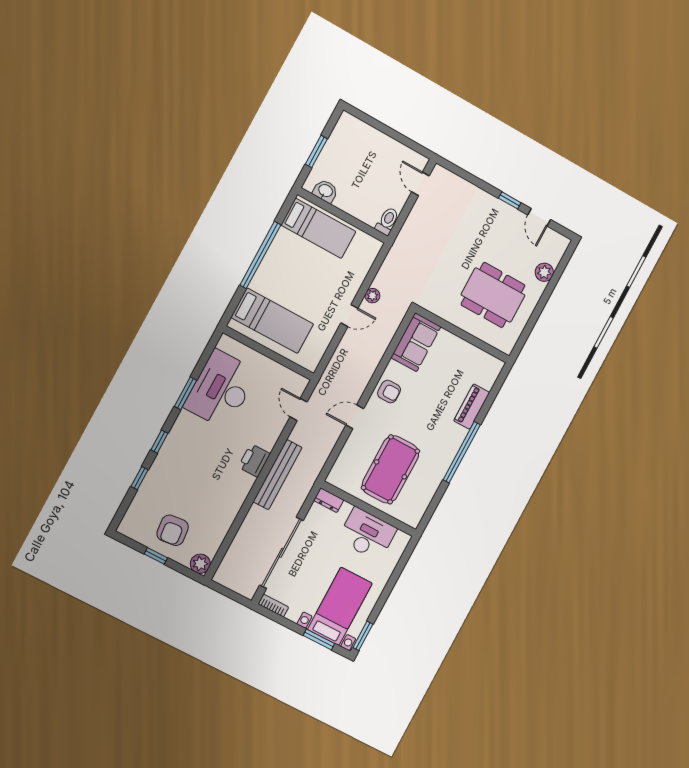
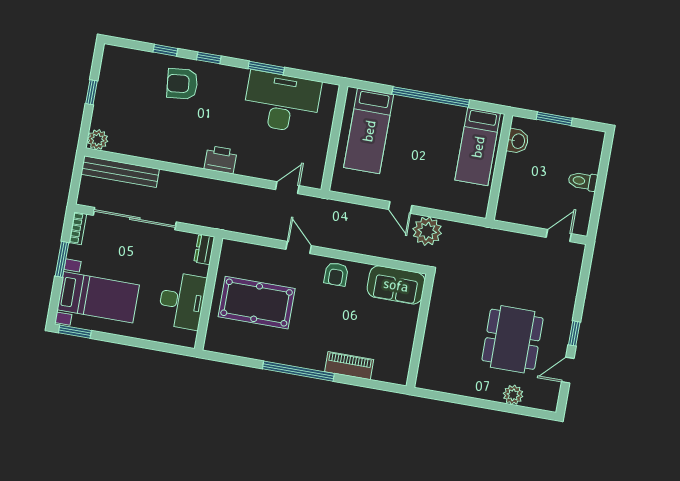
toilet: (387, 221) -> (583, 181), moved, turned 180
dining table: (493, 295) -> (513, 339), moved
plant: (372, 296) -> (427, 231), width x1.87, depth x1.87
bench: (278, 475) -> (120, 172), moved
armchair: (173, 530) -> (182, 84), moved
window: (319, 639) -> (62, 259), moved

